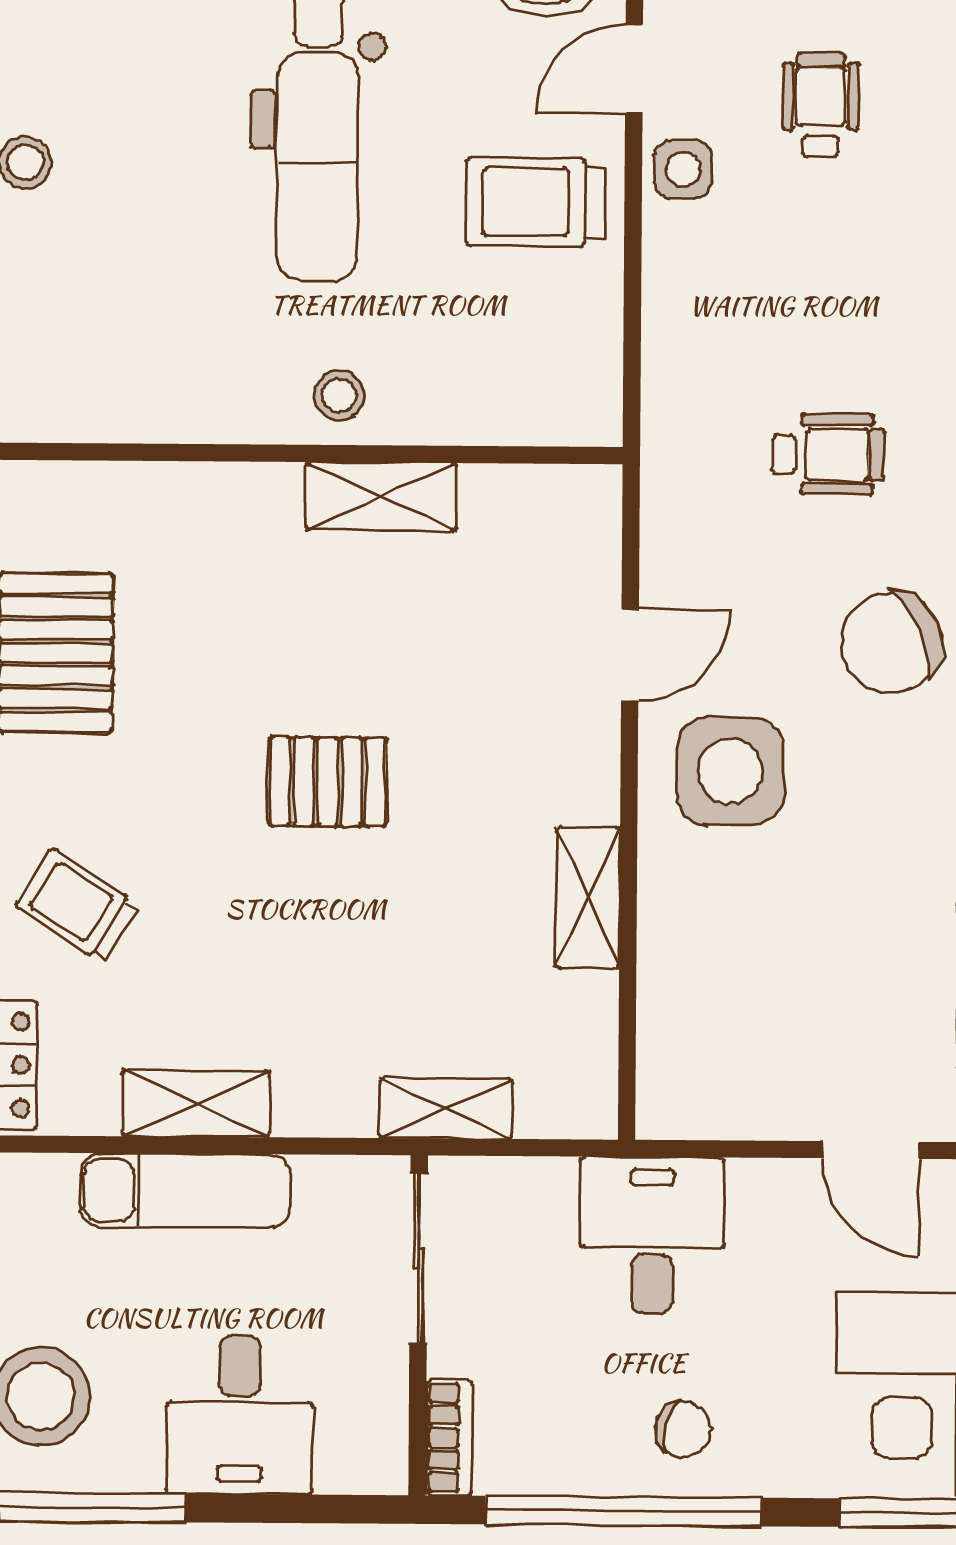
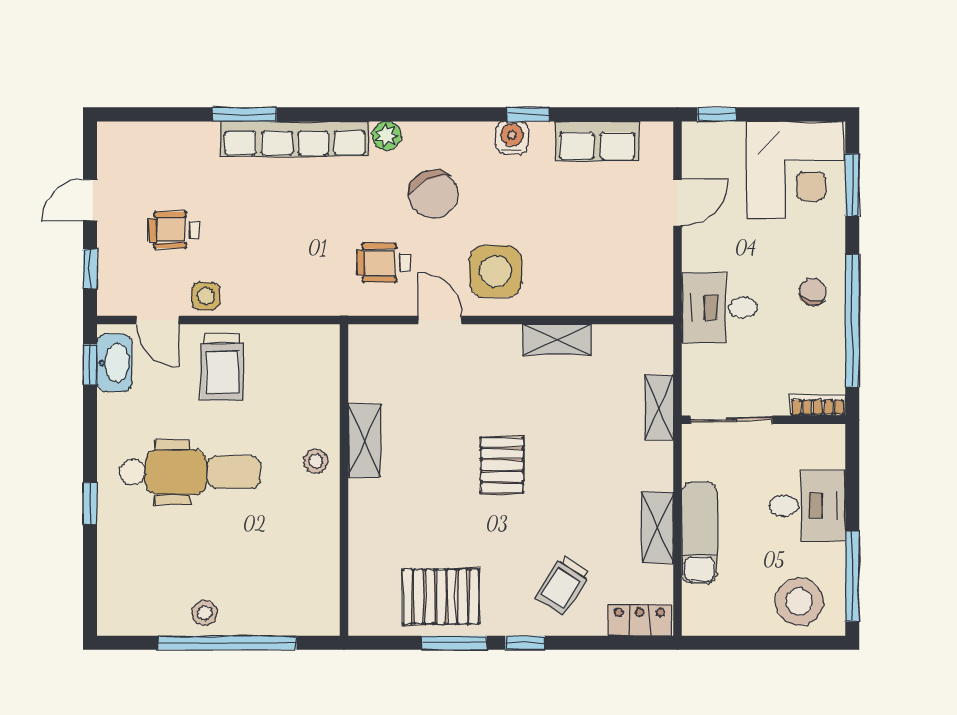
wheelchair: (828, 454) -> (384, 263), moved, turned -90

